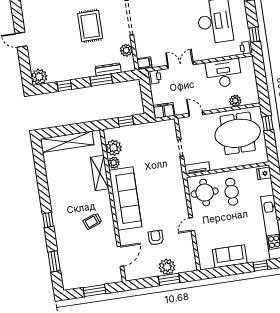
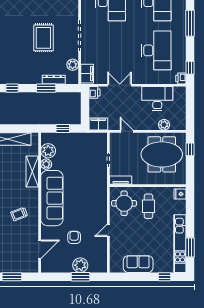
filing cabinet: (144, 63) -> (87, 74), width x2.00

